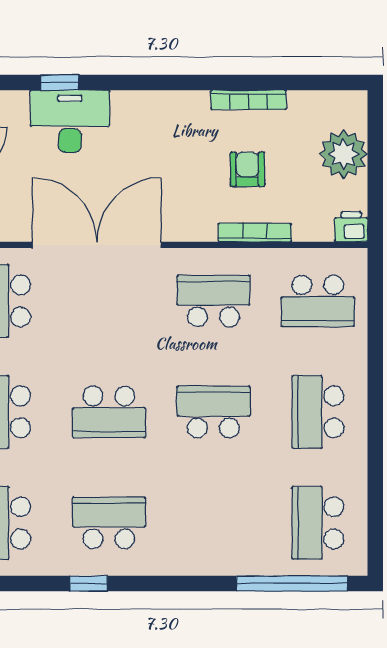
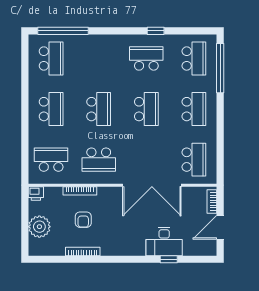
school desk: (109, 412) -> (146, 109), turned 90
school desk: (213, 412) -> (99, 109), turned -90
school desk: (109, 523) -> (146, 58), turned 180

